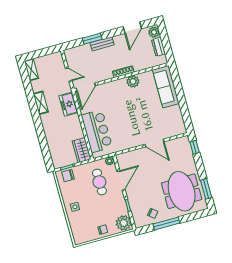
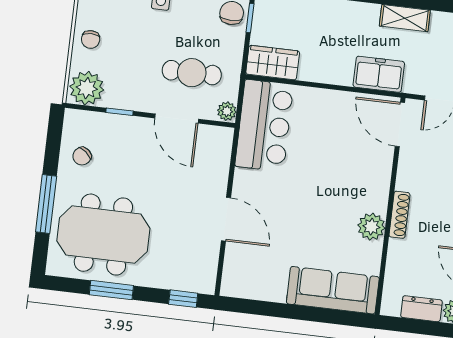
bar counter: (97, 131) -> (264, 126), moved, turned -90
door: (154, 143) -> (226, 219), swing flipped
window: (206, 189) -> (111, 290), moved
window: (166, 224) -> (46, 204), moved

